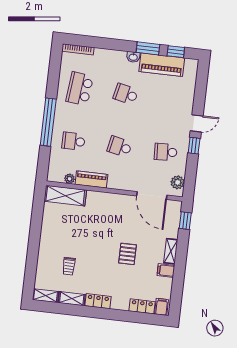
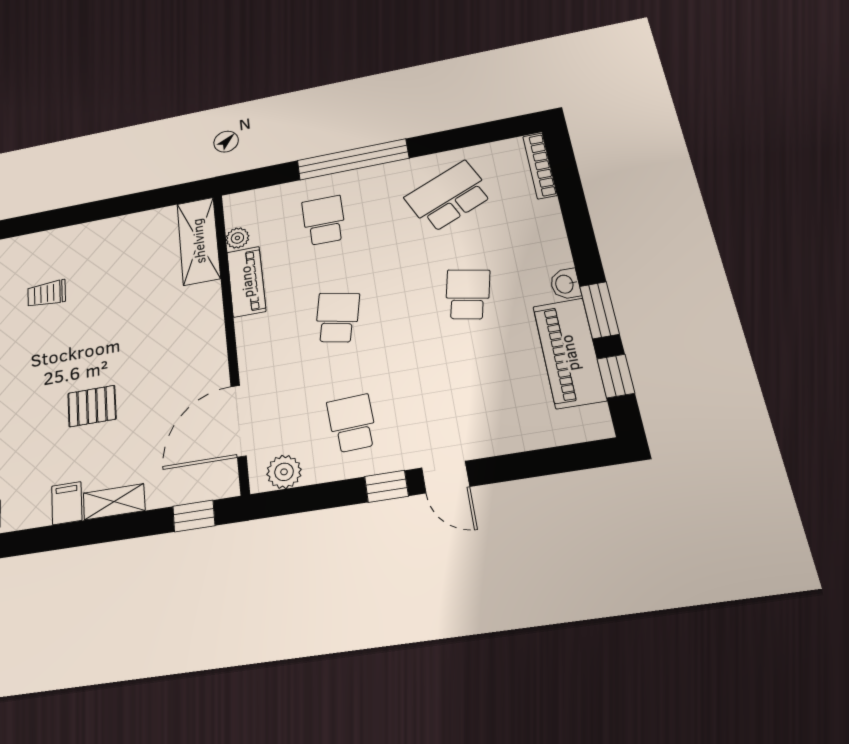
school desk: (80, 89) -> (449, 196), turned -30

